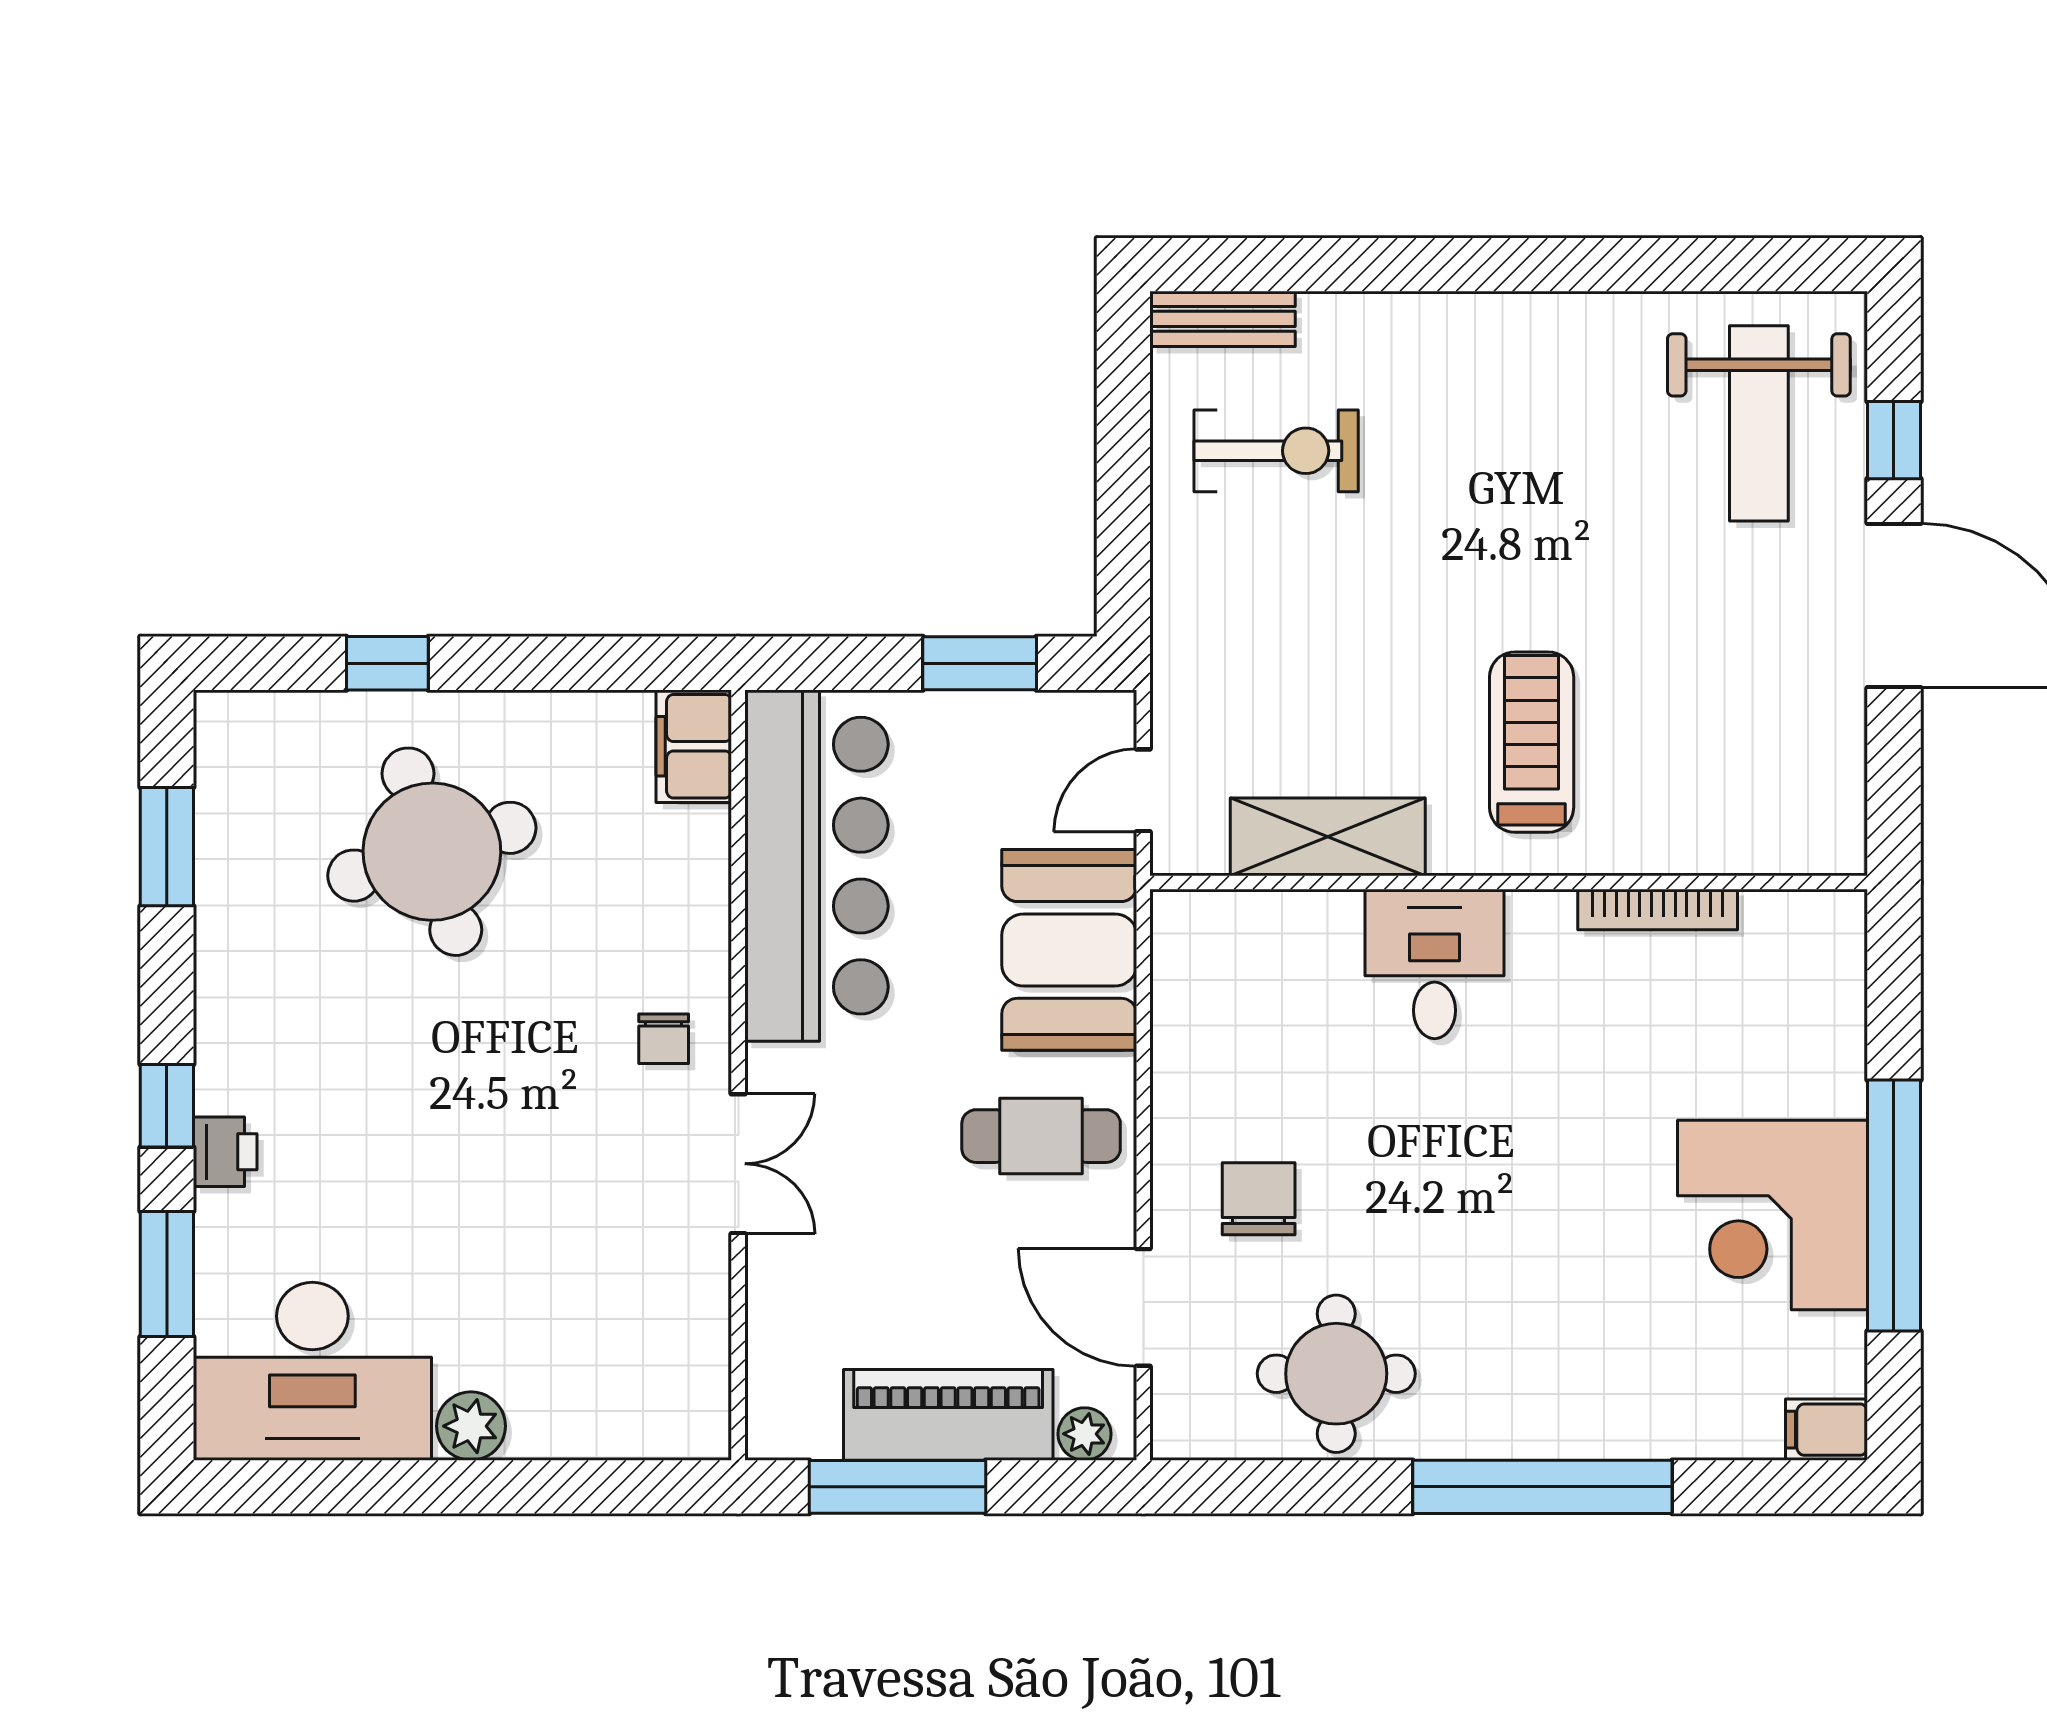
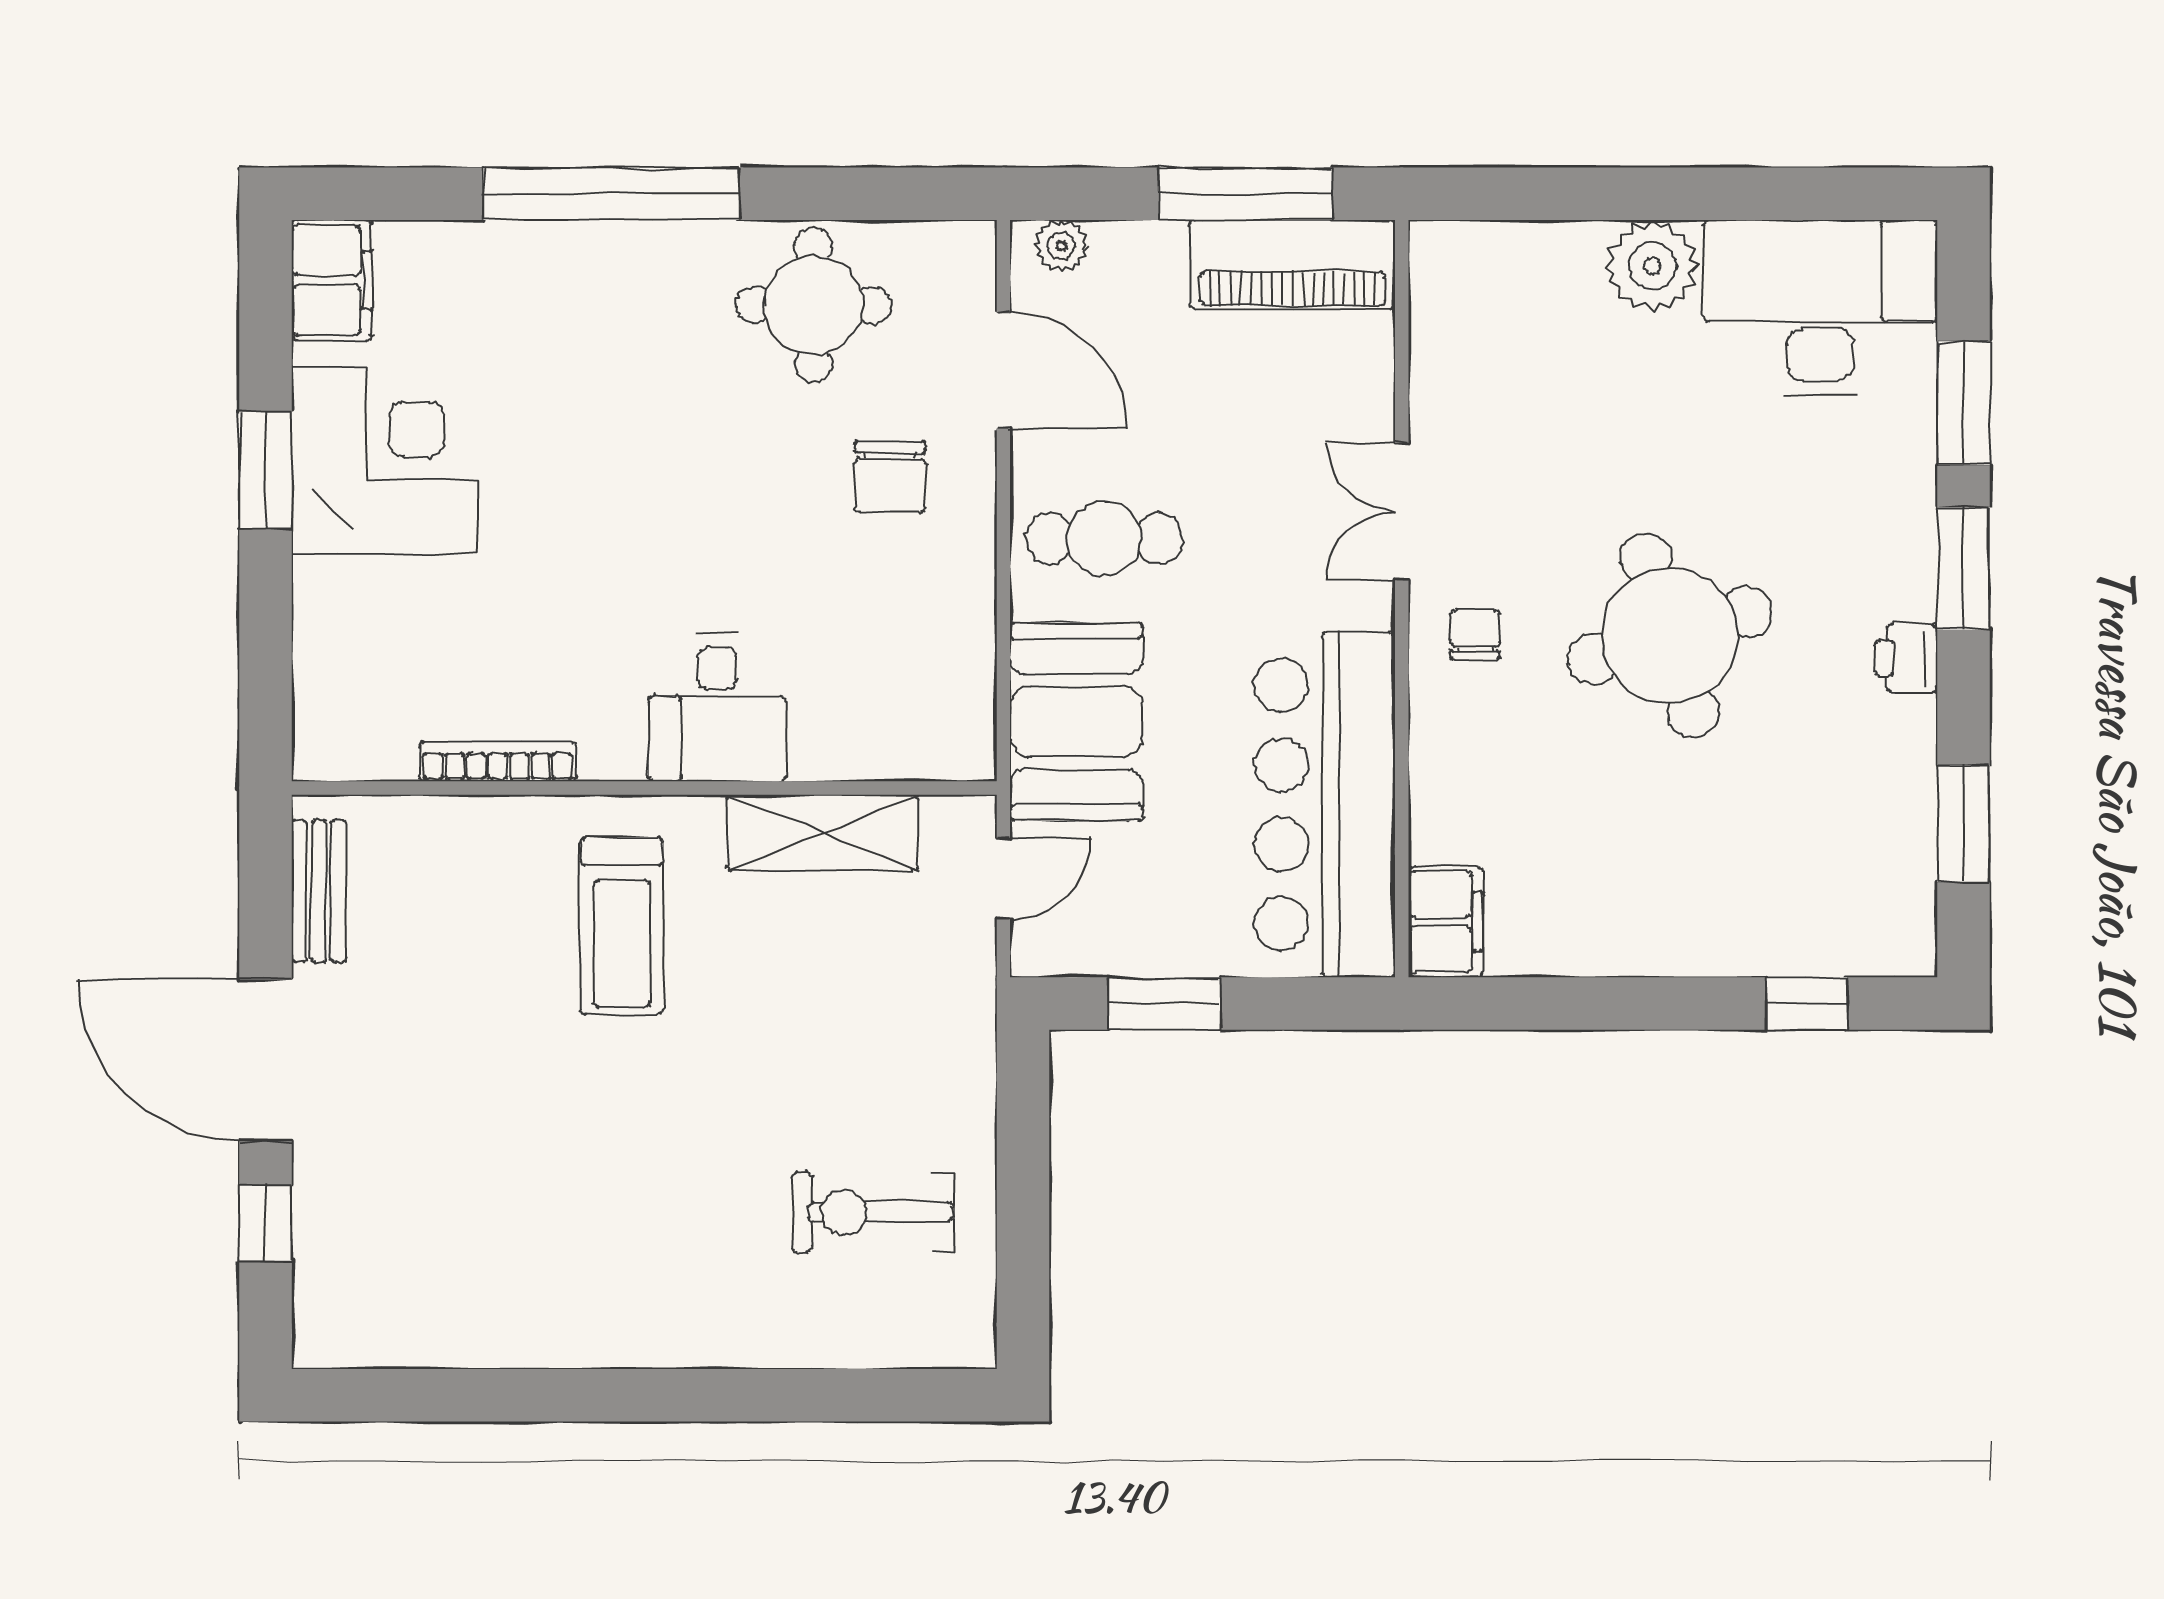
bench: (1223, 319) -> (319, 891), moved, turned 90
weight bench: (1759, 423) -> (398, 1239), removed
window: (387, 663) -> (1806, 1004), moved
round table: (432, 852) -> (1670, 636), moved
window: (167, 1106) -> (1963, 568), width x1.50
printer: (225, 1152) -> (1906, 658), moved
window: (1894, 1206) -> (265, 470), width x0.47
piano: (948, 1415) -> (1292, 265), moved
plant: (471, 1426) -> (1652, 266), width x1.36, depth x1.36
filing cabinet: (1826, 1430) -> (332, 280), width x2.00

